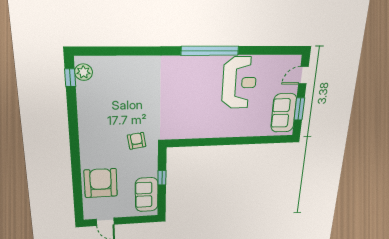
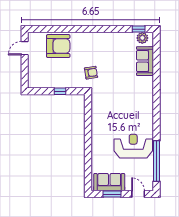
window: (210, 51) -> (156, 161), moved
reception desk: (239, 83) -> (133, 146), turned 180
sofa: (147, 195) -> (145, 61), moved, turned -90

